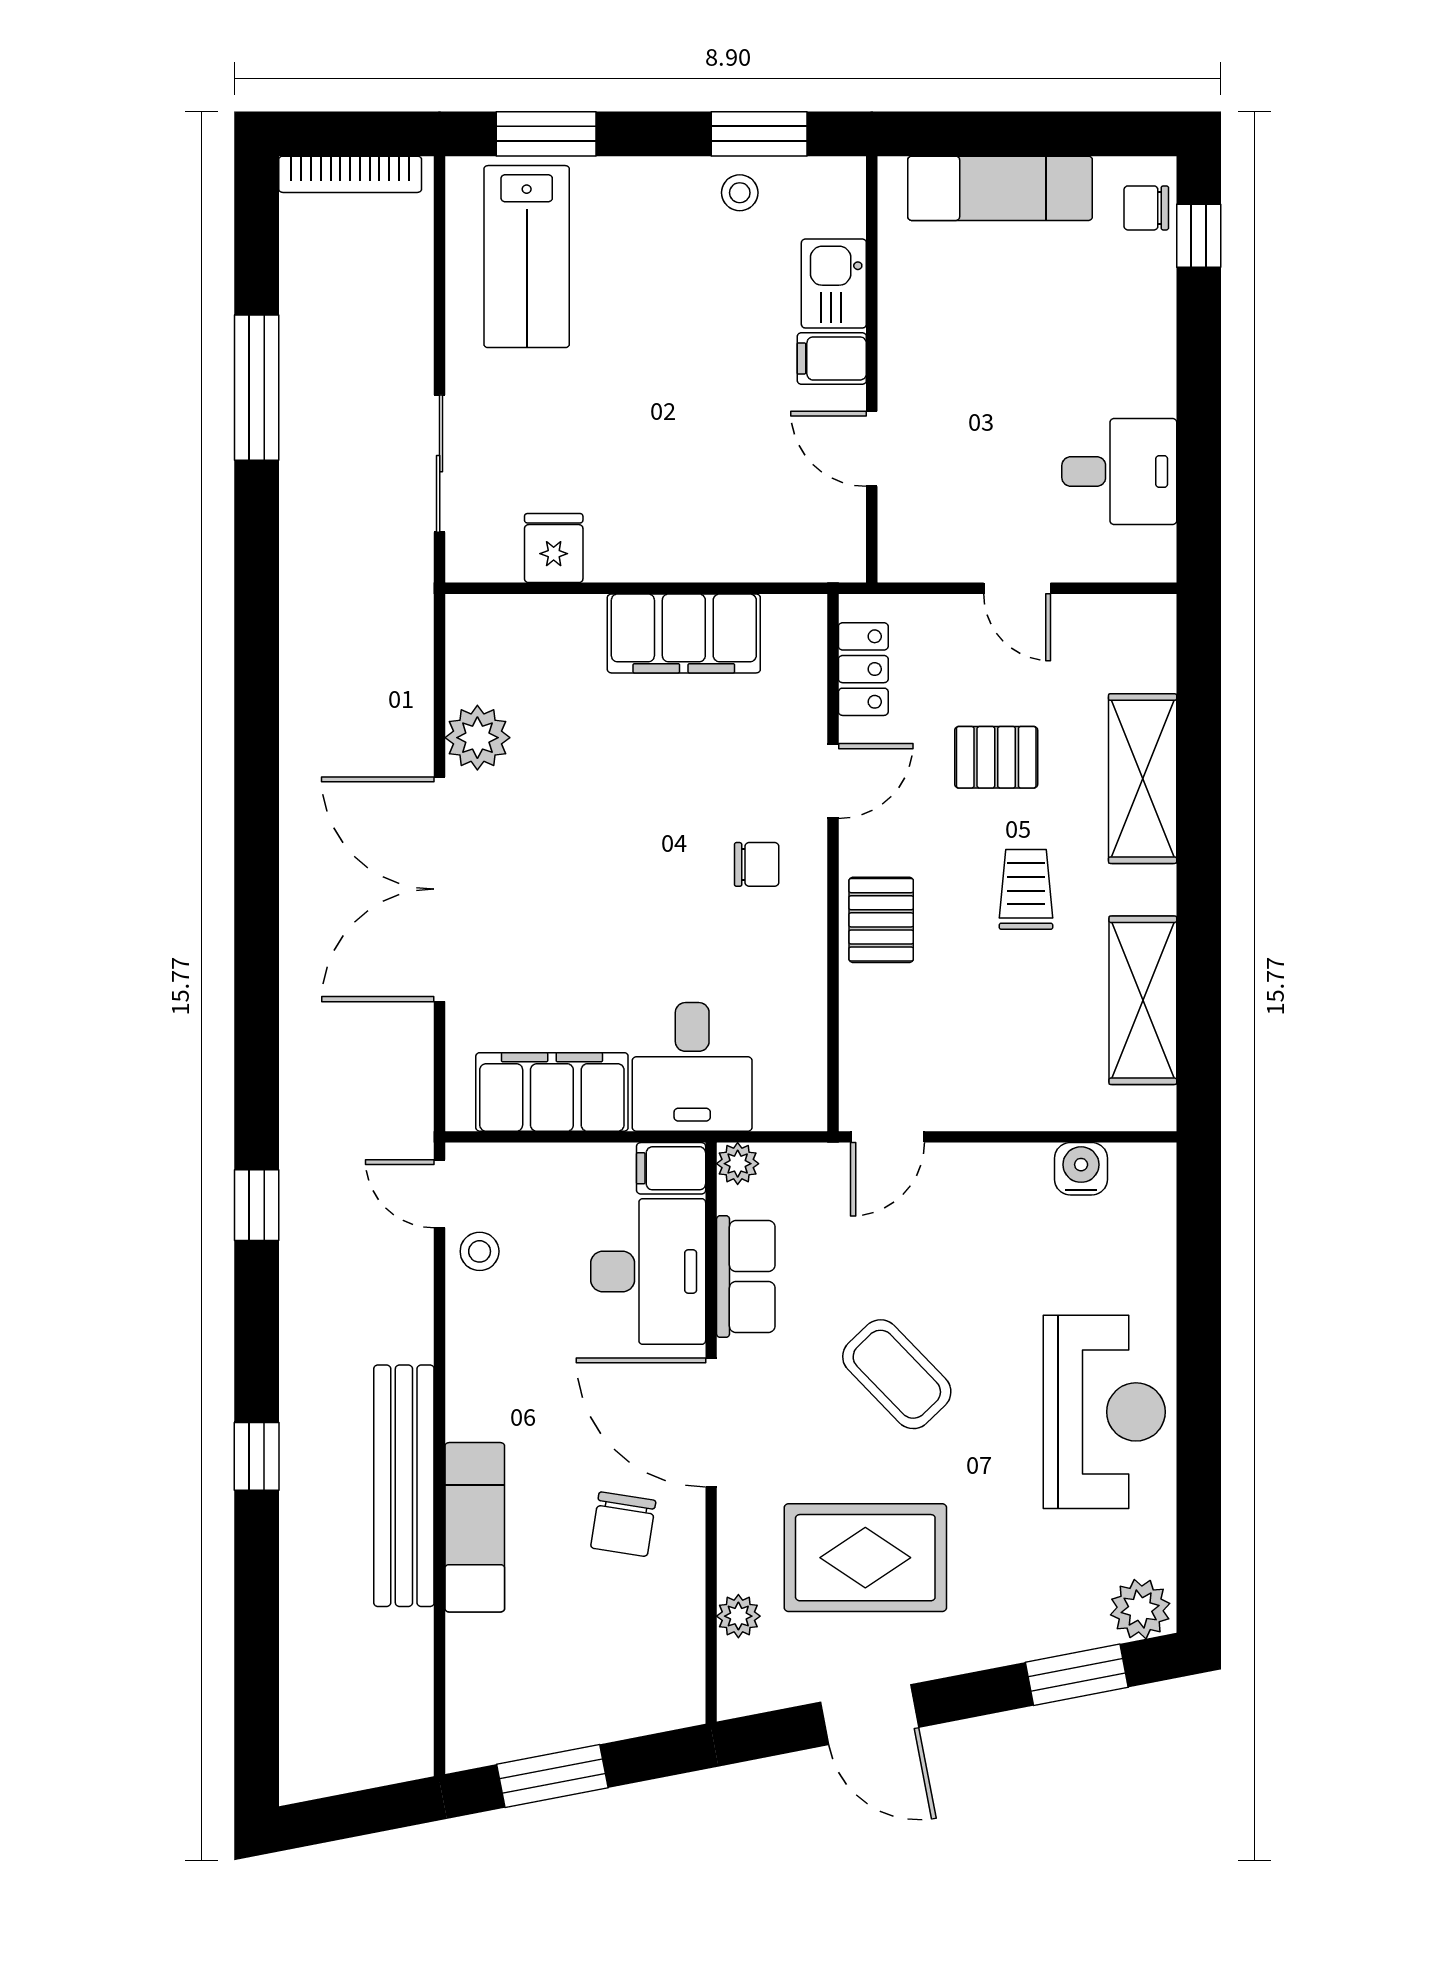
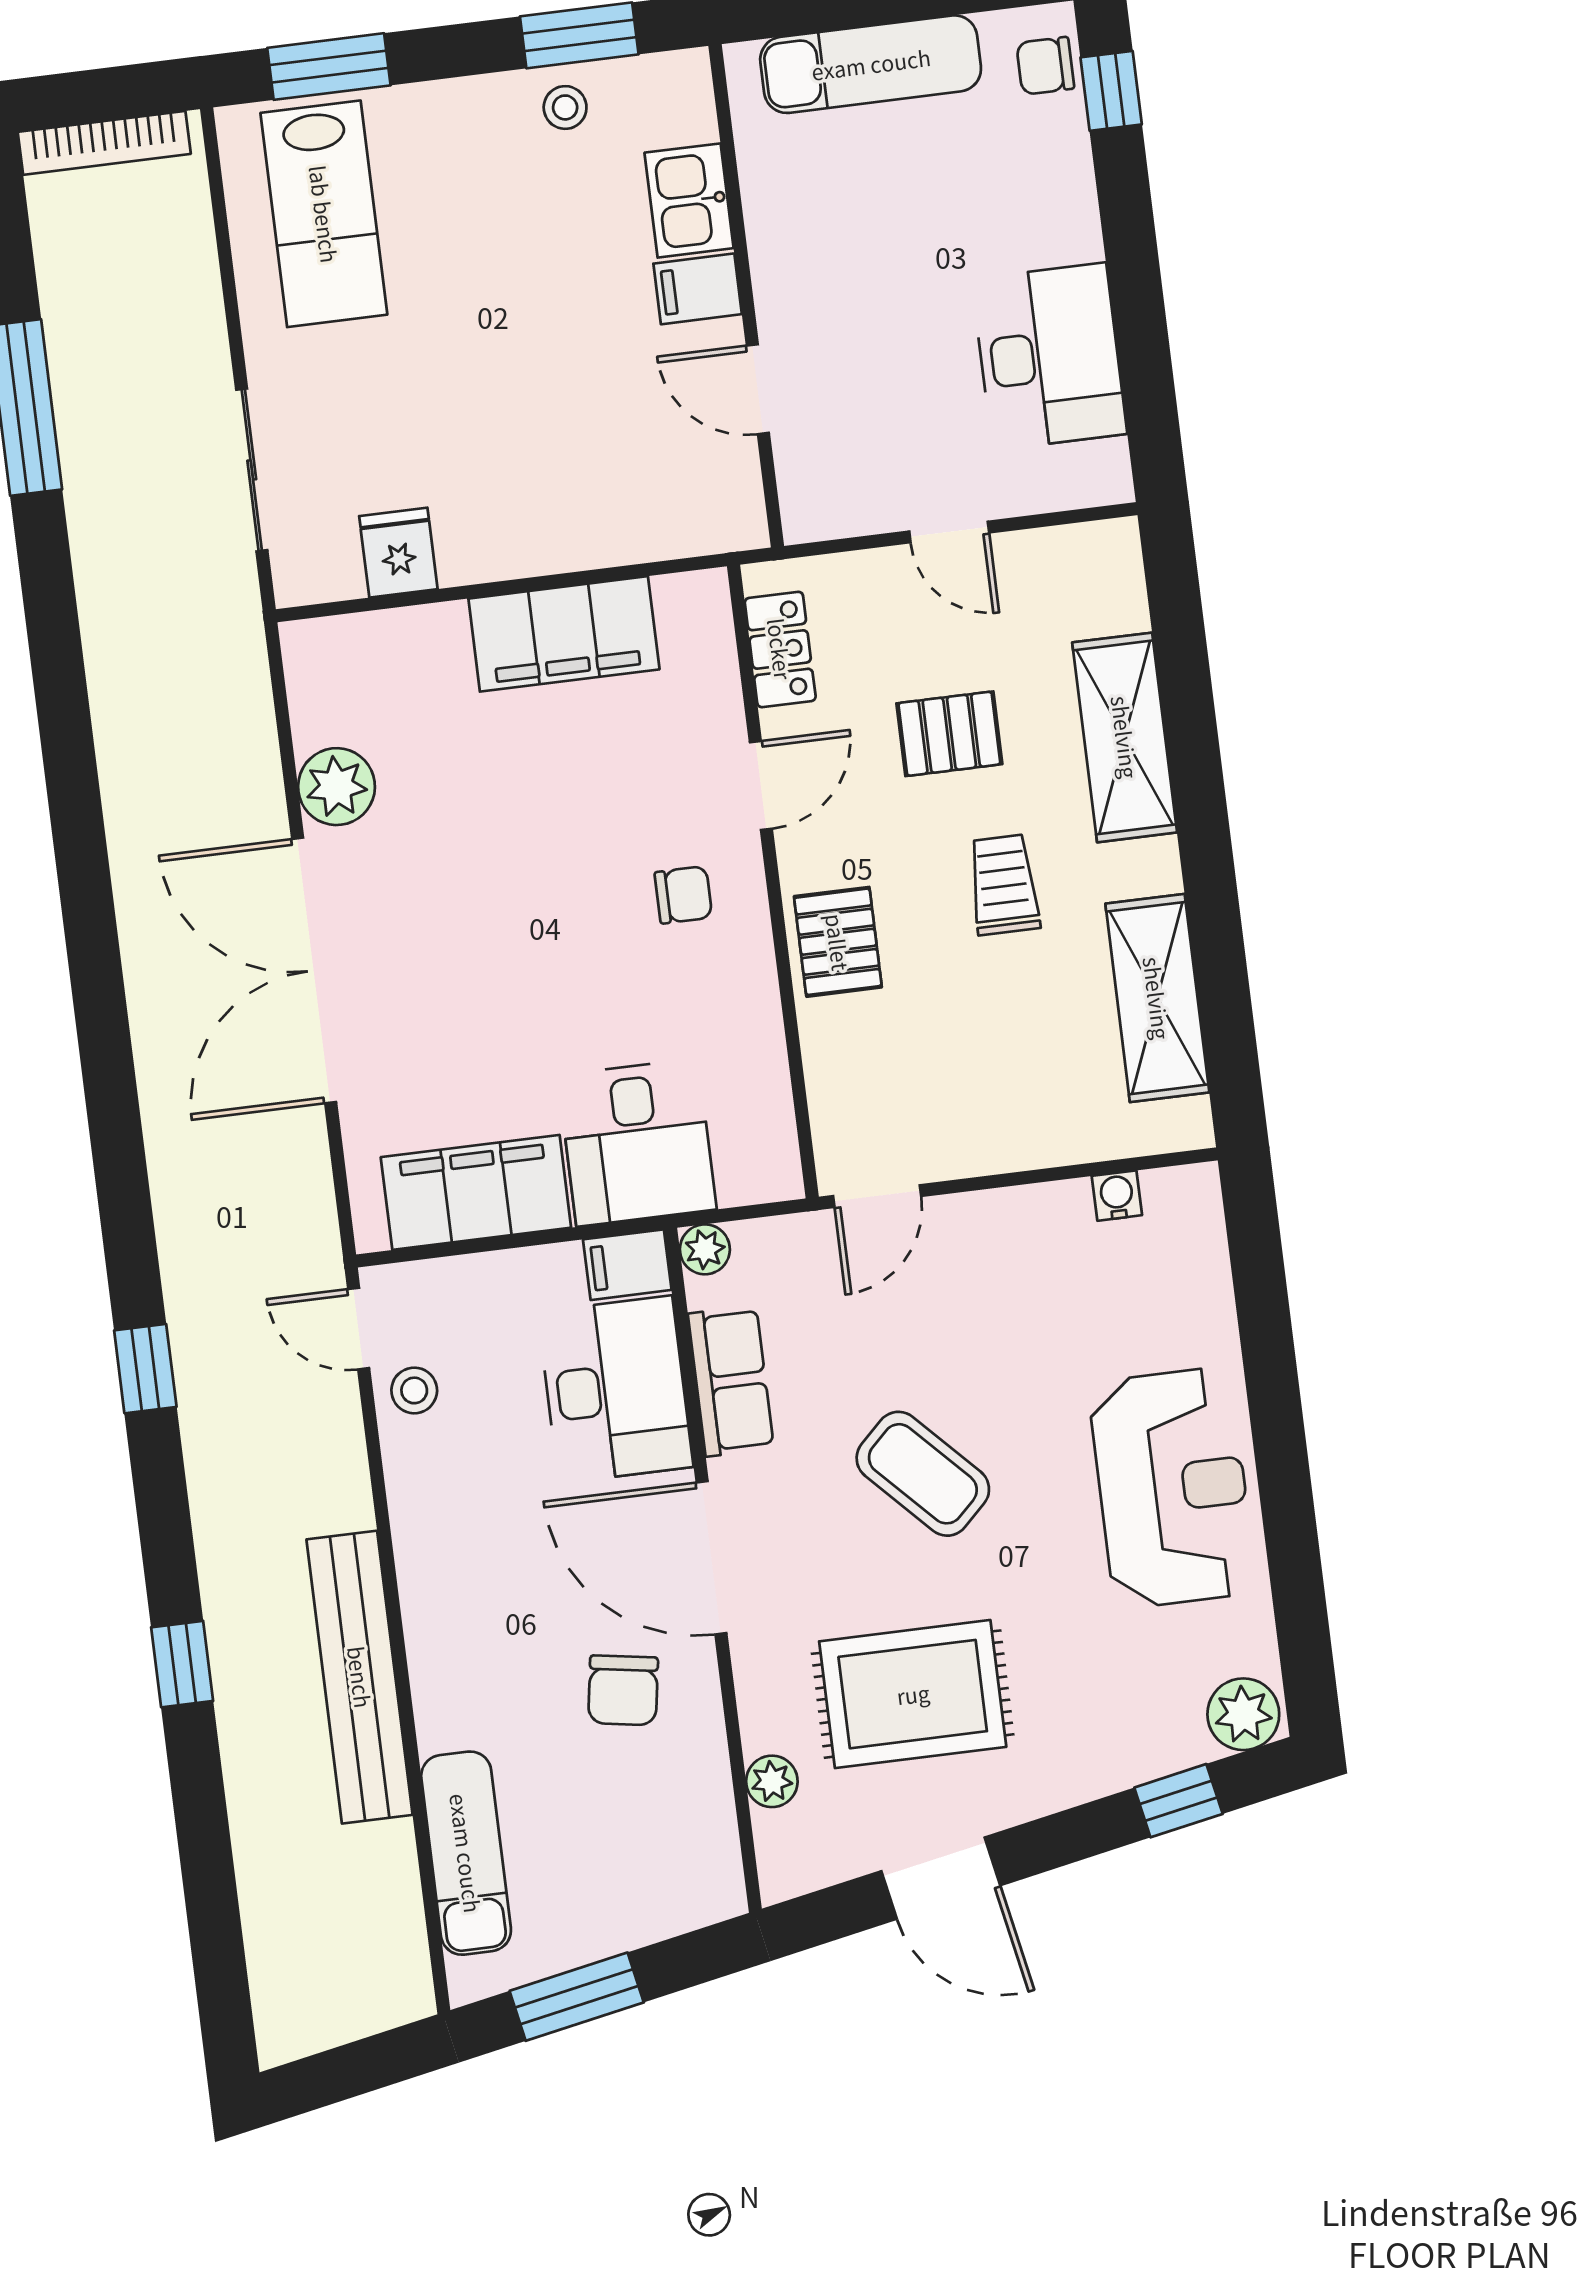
desk: (1119, 472) -> (1049, 356), width x1.37
water cooler: (1081, 1169) -> (1117, 1196), width x0.72, depth x0.72
exam couch: (475, 1527) -> (466, 1853), moved
window: (1077, 1675) -> (1178, 1801), width x0.67

